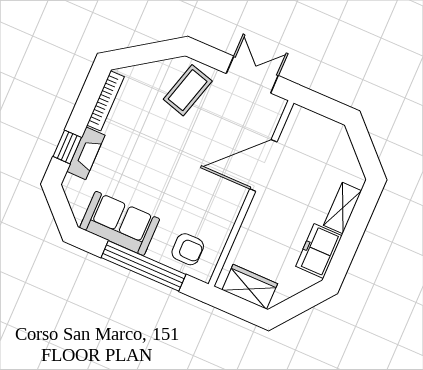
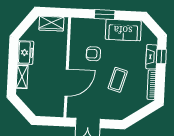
coffee table: (188, 90) -> (118, 80), moved
armchair: (188, 249) -> (93, 54), moved
window: (144, 266) -> (105, 14), width x0.47

